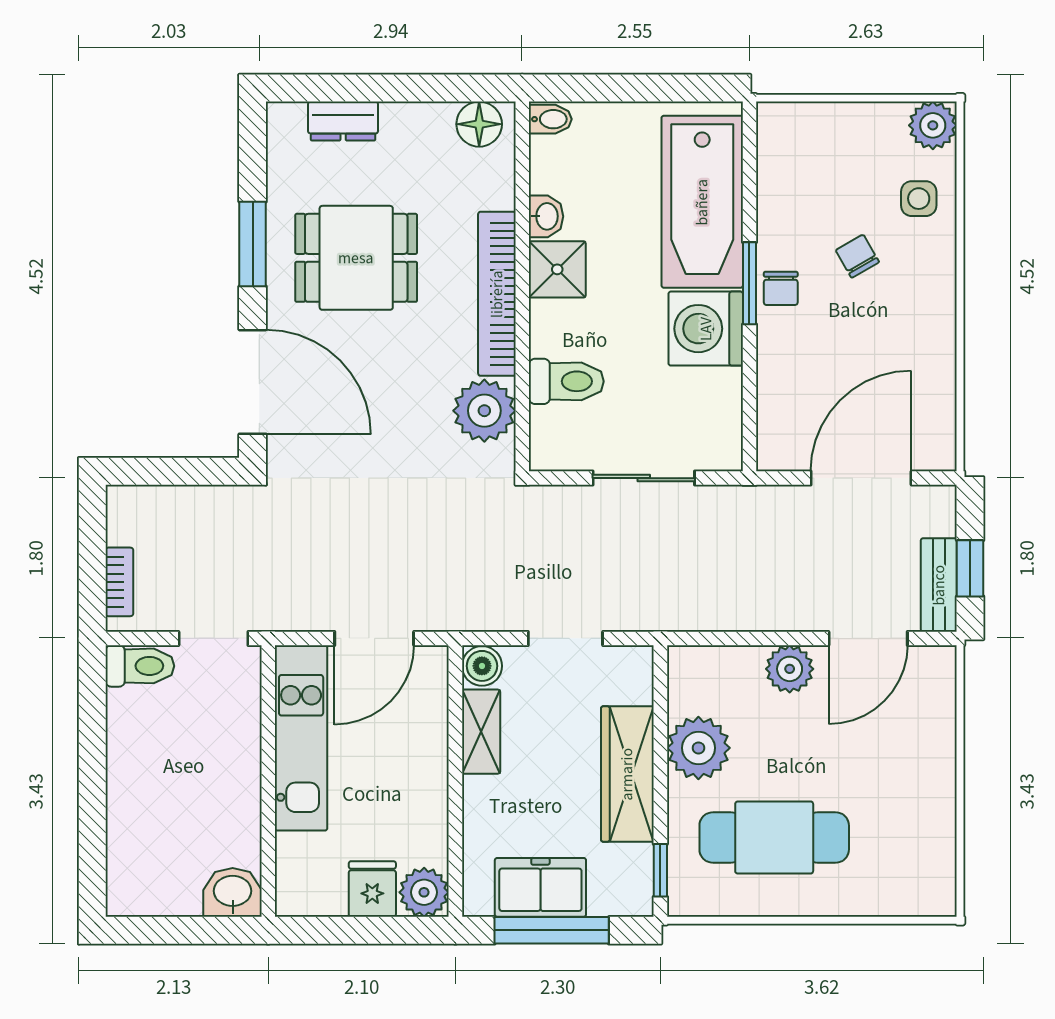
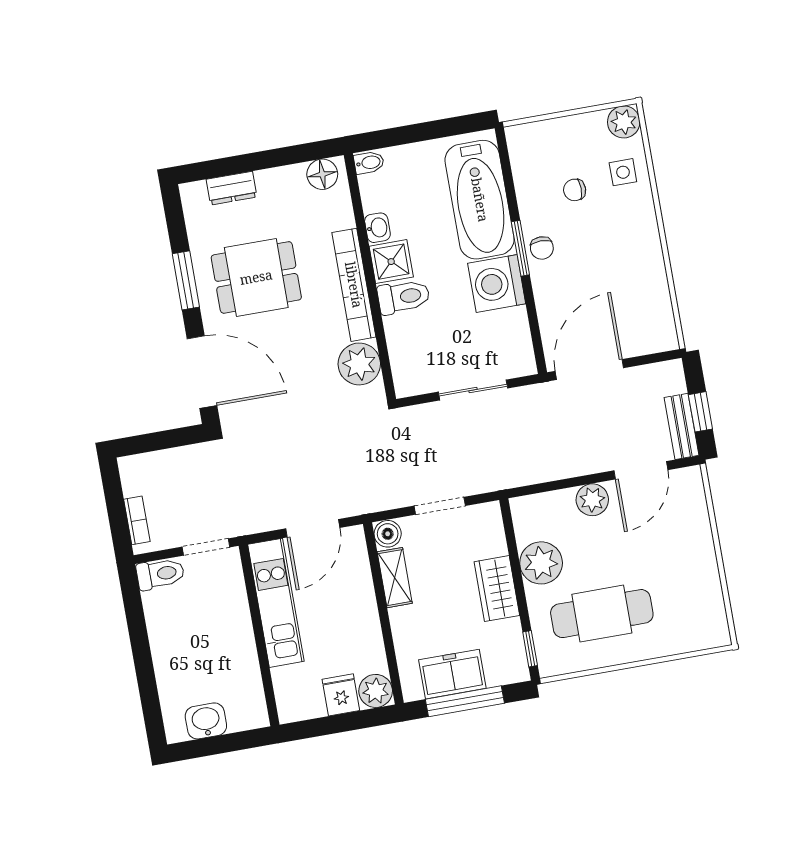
chair: (857, 256) -> (575, 190), moved, turned -60
toilet: (566, 381) -> (404, 297), moved
door: (861, 478) -> (589, 370), moved
wardrobe: (627, 774) -> (497, 589), width x0.67
washbasin: (233, 892) -> (206, 721), moved

